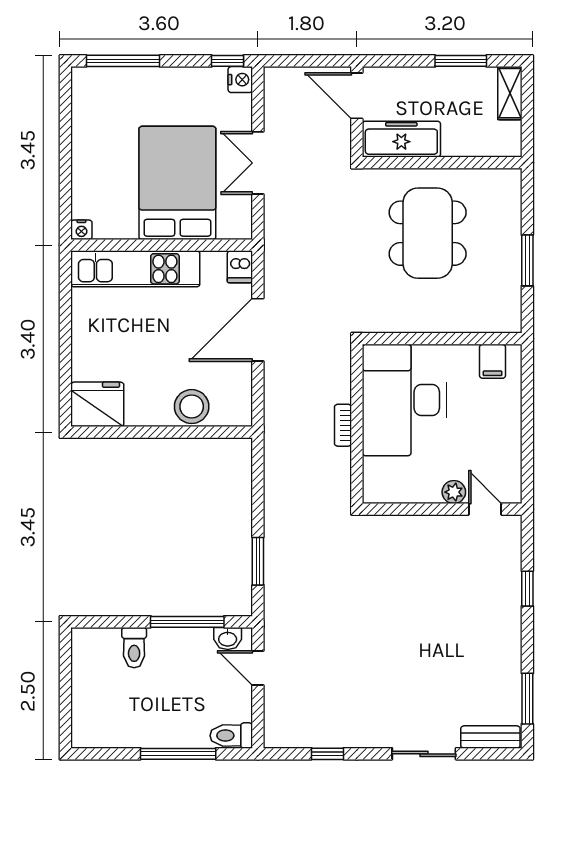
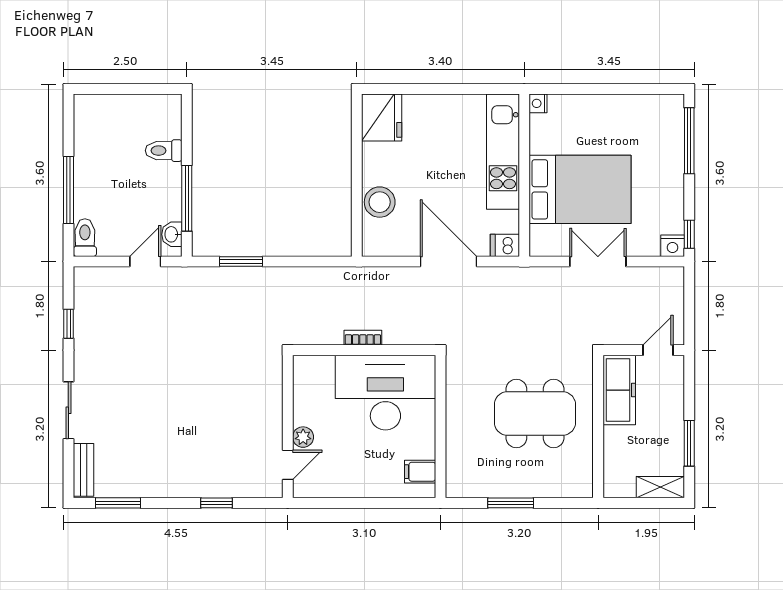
door: (357, 96) -> (658, 350), width x0.73

